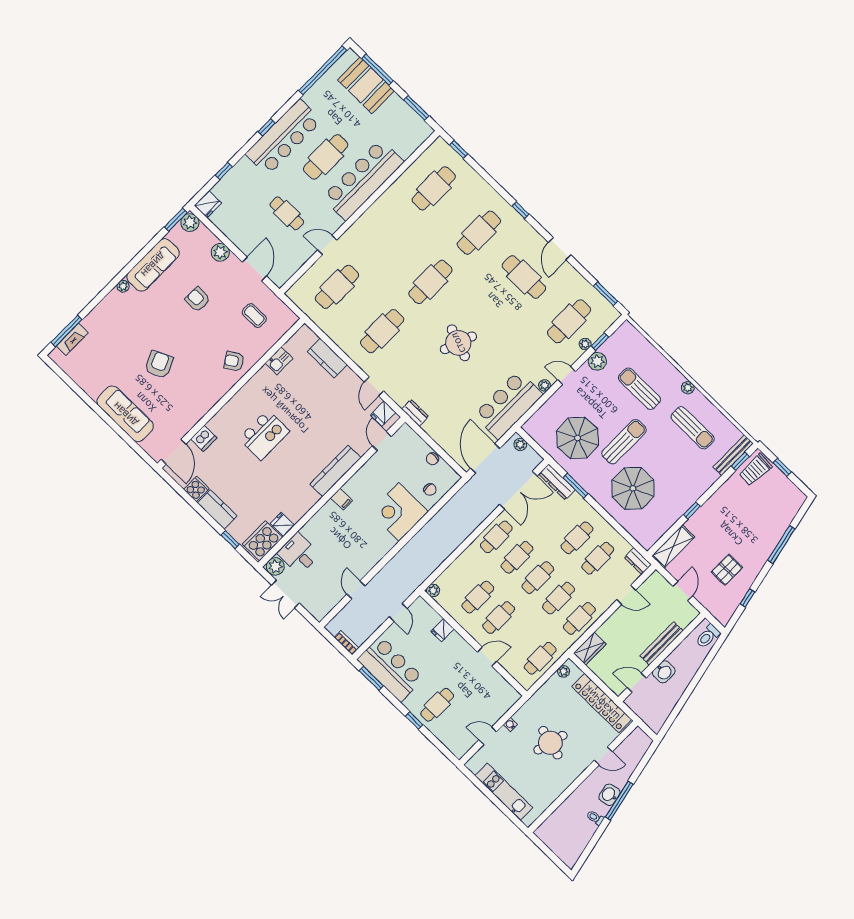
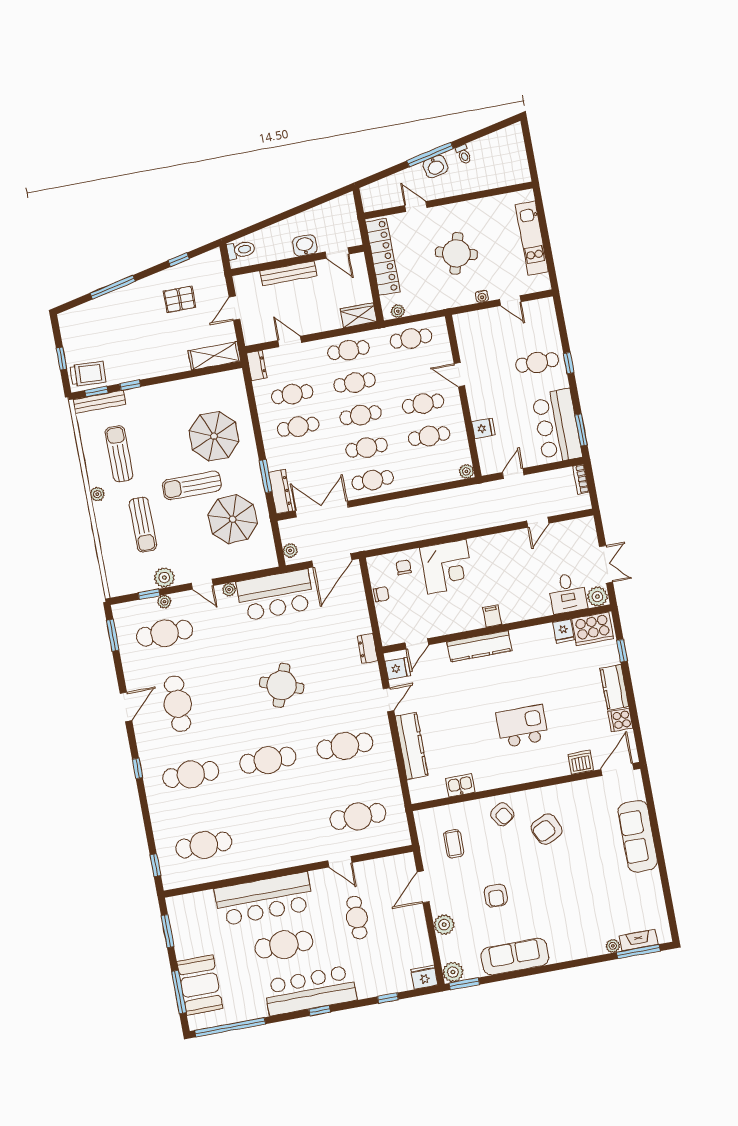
plant: (123, 286) -> (613, 946), moved
kitchen counter: (327, 358) -> (412, 746), width x1.50
armchair: (159, 364) -> (547, 829), moved
window: (692, 510) -> (130, 385), moved

